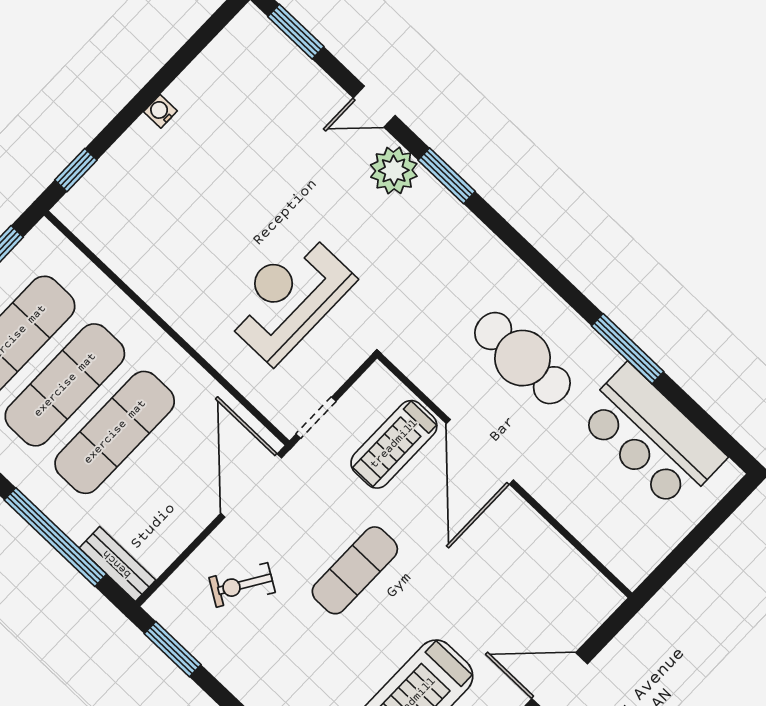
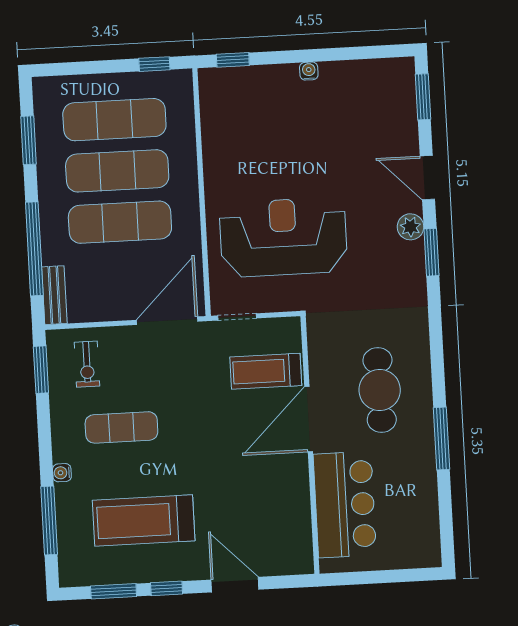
door: (374, 107) -> (427, 178), width x1.37
plant: (394, 170) -> (410, 227), width x0.73, depth x0.73
reception desk: (288, 297) -> (283, 237), width x1.36, depth x1.30
bar counter: (651, 437) -> (345, 505), moved, turned 180
exercise mat: (355, 570) -> (121, 427), moved
exercise bike: (242, 585) -> (87, 364), moved, turned -122

